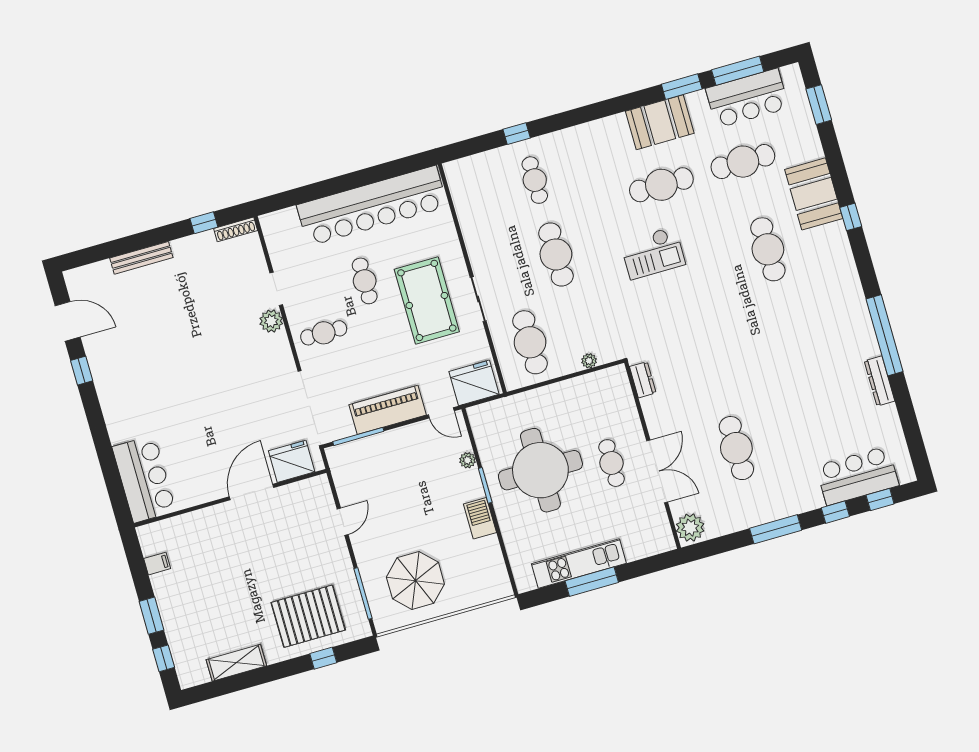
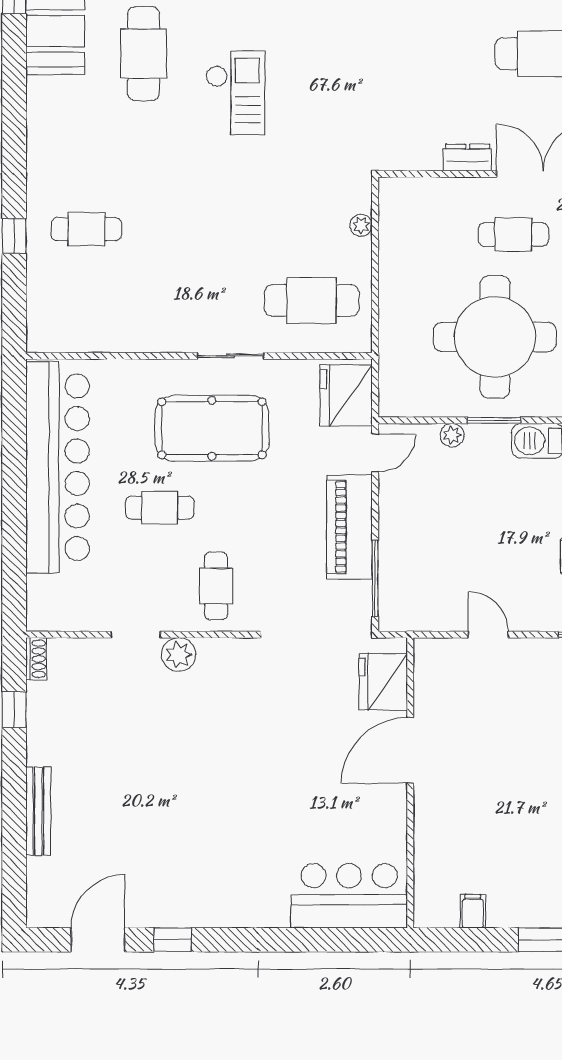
shoe rack: (236, 229) -> (36, 659), width x0.70
cafe table: (556, 254) -> (199, 229), removed
dresser: (643, 380) -> (468, 157), moved
door: (251, 492) -> (410, 750), hinge flipped

